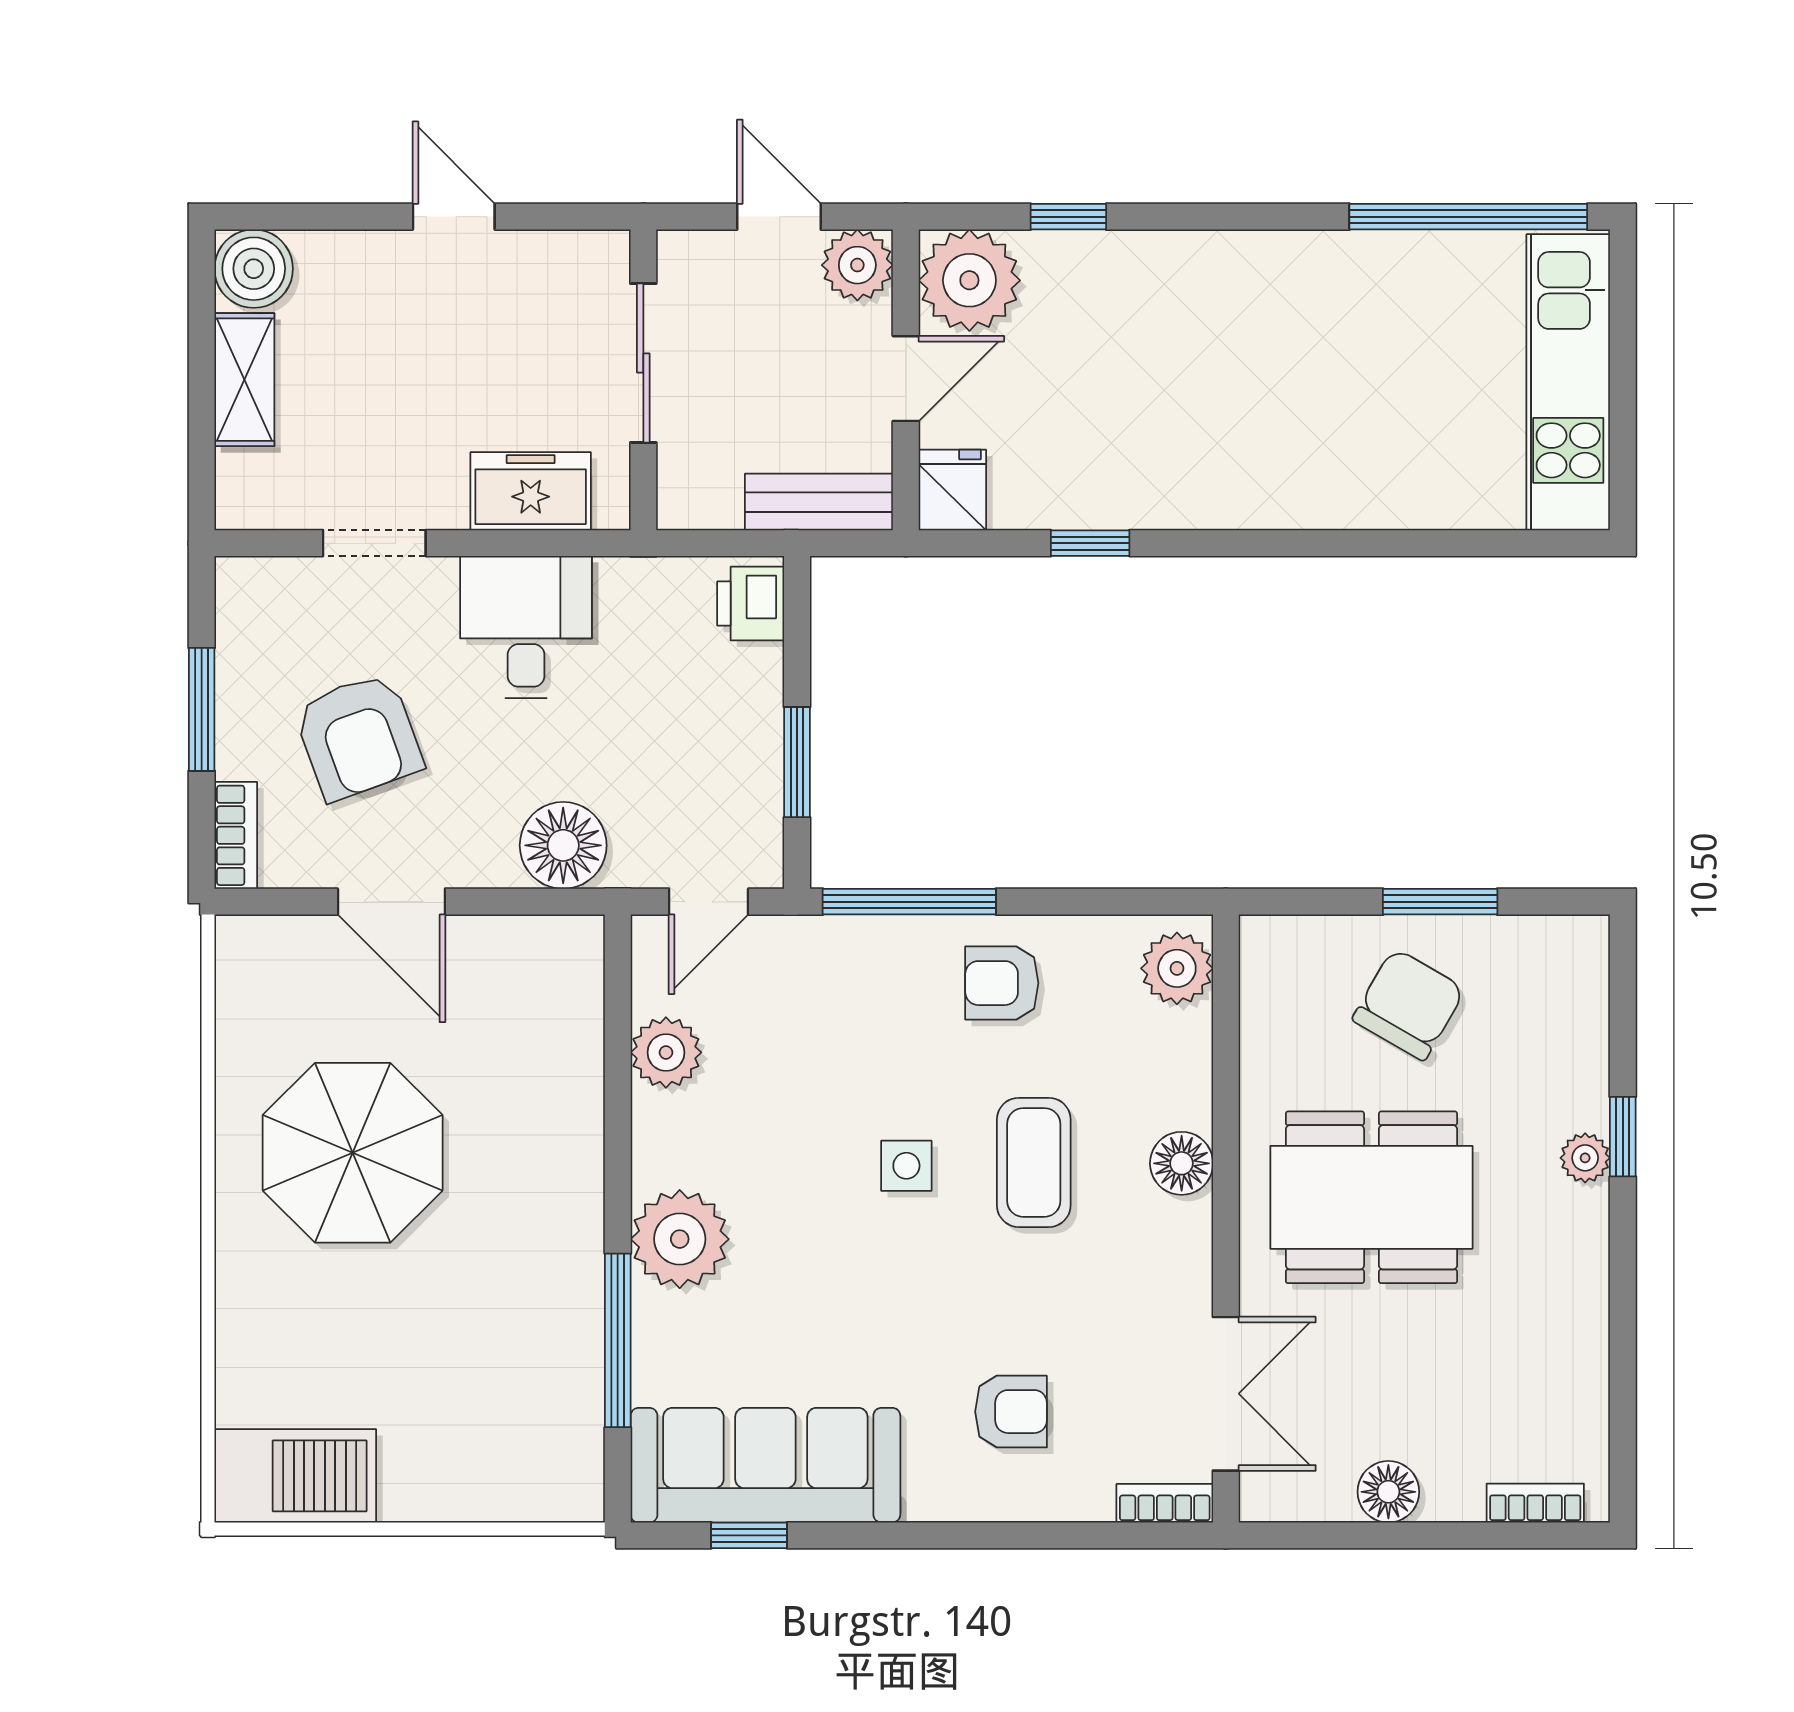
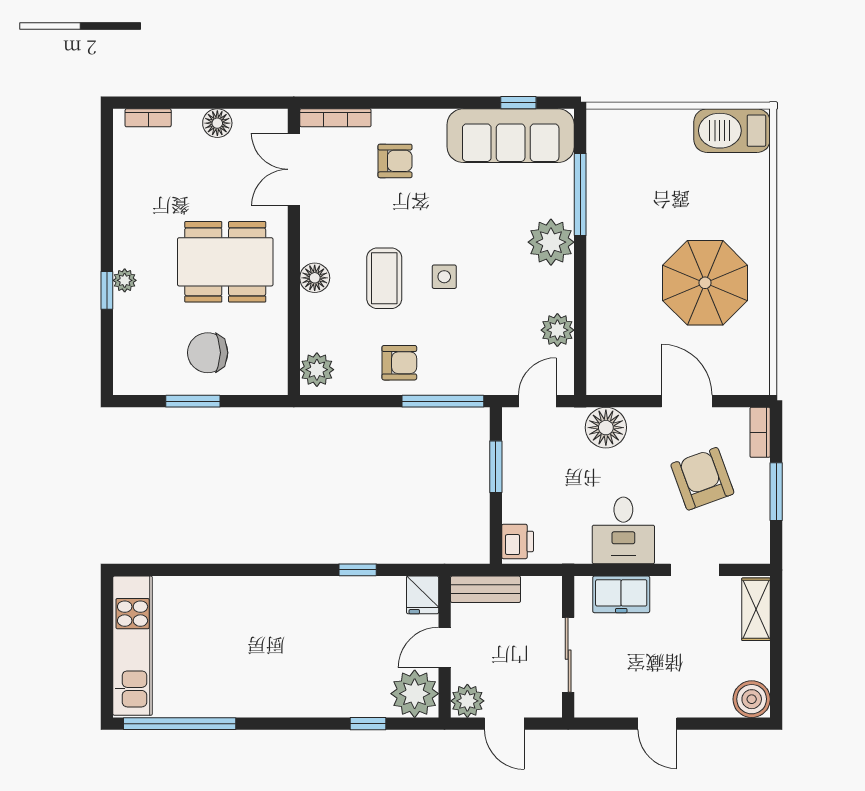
shelving: (244, 380) -> (756, 609), moved
chair: (1409, 1004) -> (208, 353), turned 60
armchair: (1011, 1412) -> (395, 161), turned 180
bookcase: (1165, 1503) -> (335, 118), width x1.56

